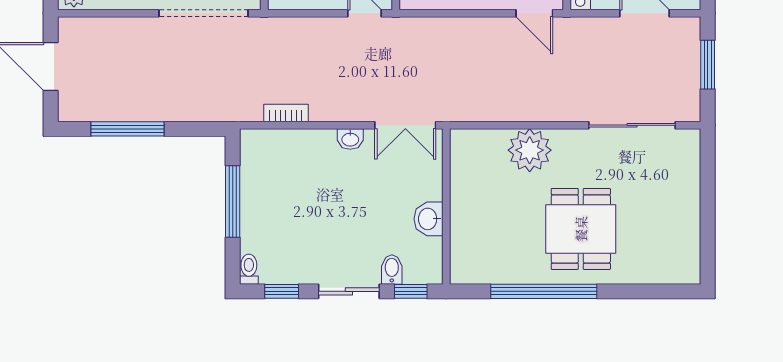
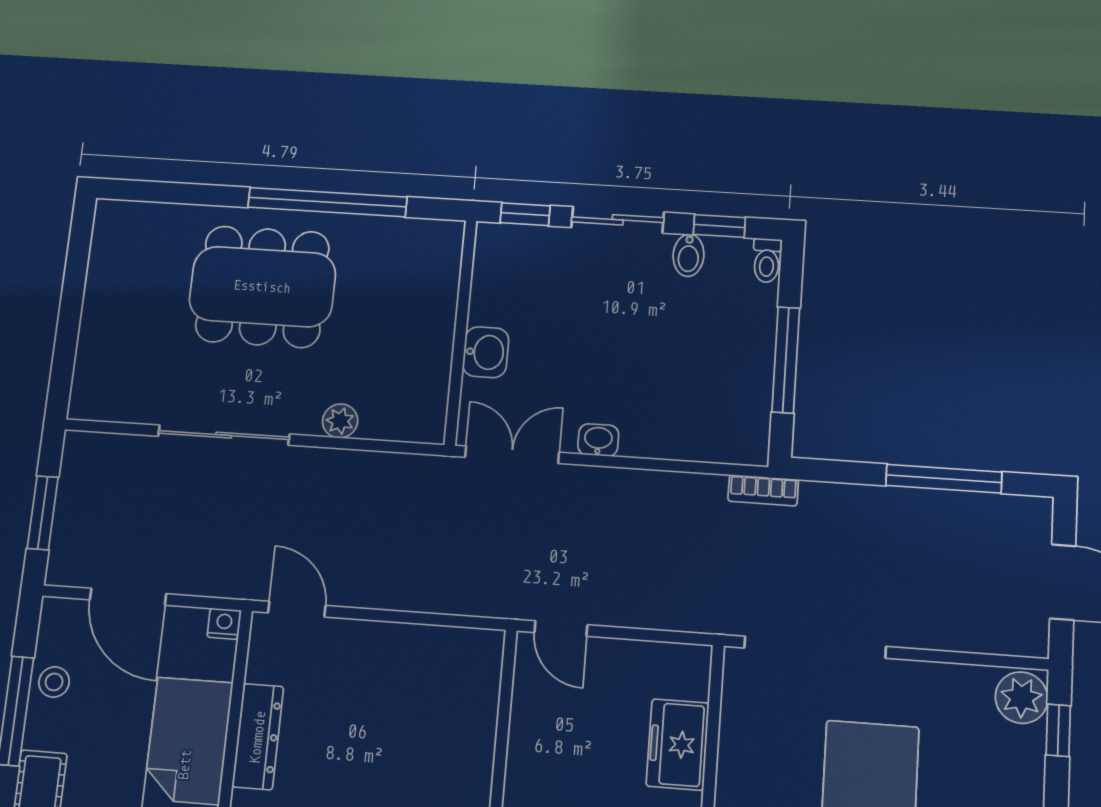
bookcase: (286, 113) -> (763, 490), moved
sliding door: (632, 125) -> (224, 435), moved
plant: (530, 150) -> (340, 421), width x0.53, depth x0.53
washbasin: (428, 219) -> (486, 352), moved
dining table: (581, 229) -> (262, 287), width x1.38
bidet: (392, 269) -> (688, 255), moved

